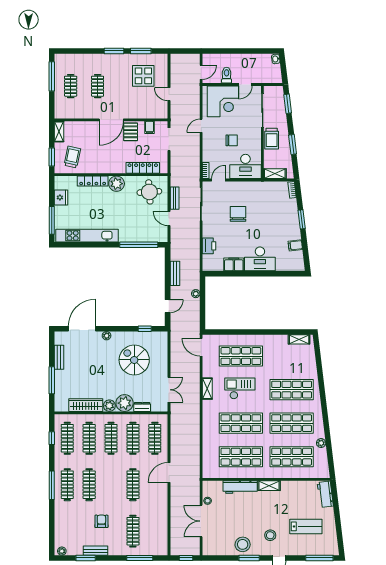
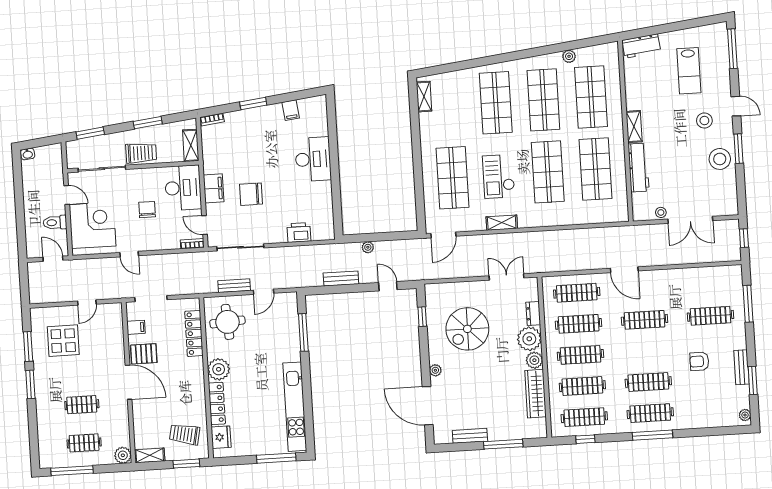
plant: (60, 113) -> (123, 455), added
fridge: (61, 197) -> (221, 437), moved, turned 90
window: (139, 245) -> (303, 332), width x0.68
filing cabinet: (234, 264) -> (214, 188), moved, turned 180
lab bench: (306, 526) -> (689, 71), turned 180

